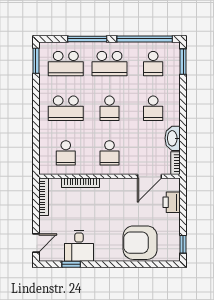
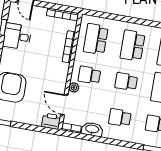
school desk: (66, 153) -> (96, 39), width x1.85
plant: (127, 169) -> (74, 88), added
printer: (172, 202) -> (51, 121), moved

